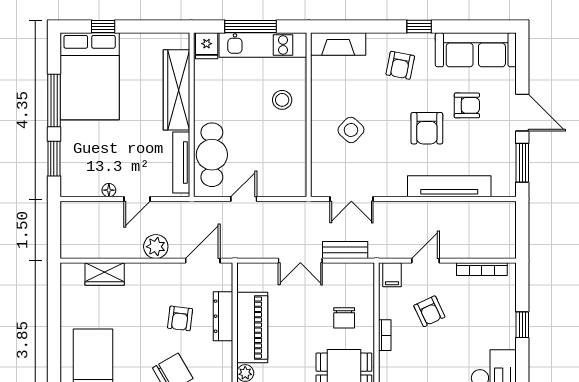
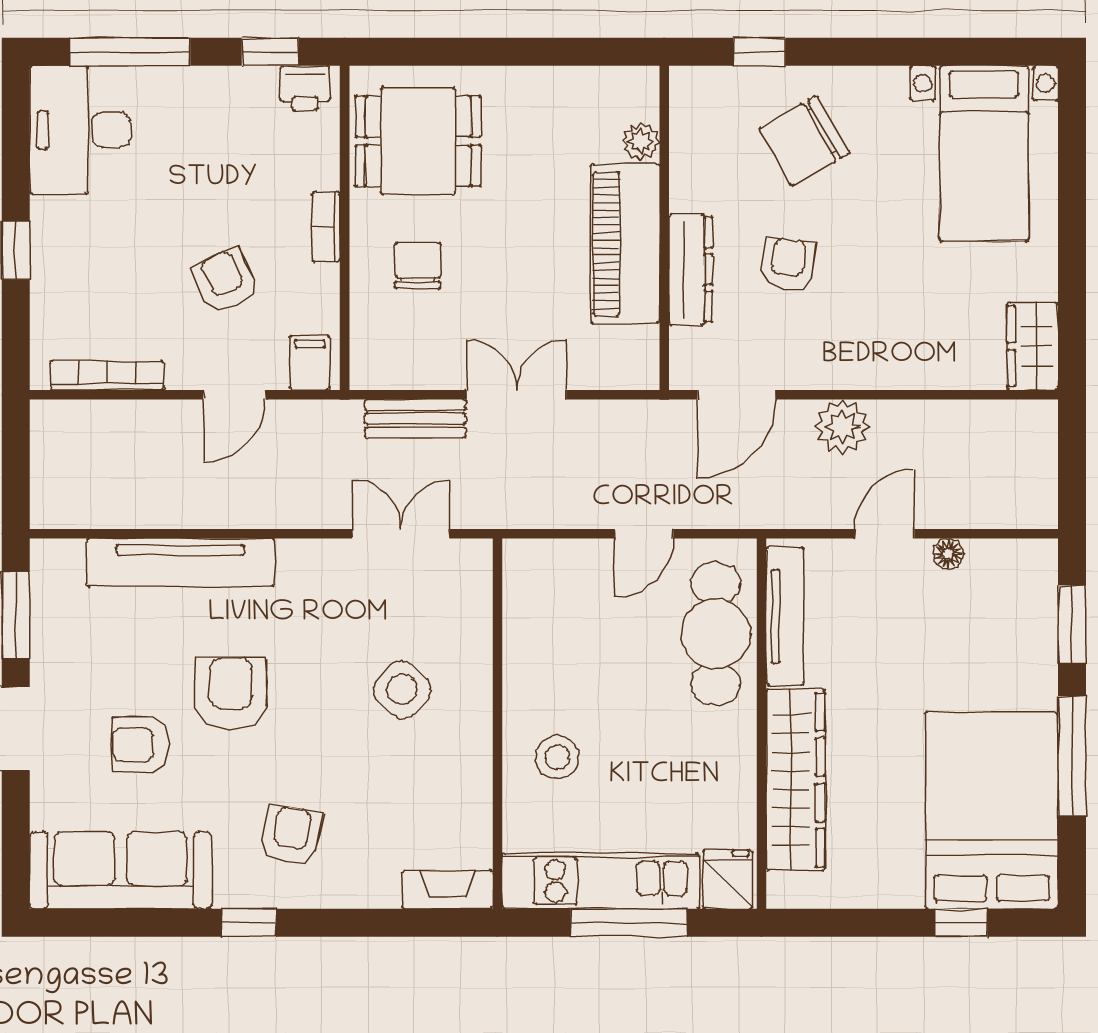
fireplace: (338, 44) -> (448, 890), width x0.73, depth x0.76
wardrobe: (105, 274) -> (1033, 346), moved, turned -90

